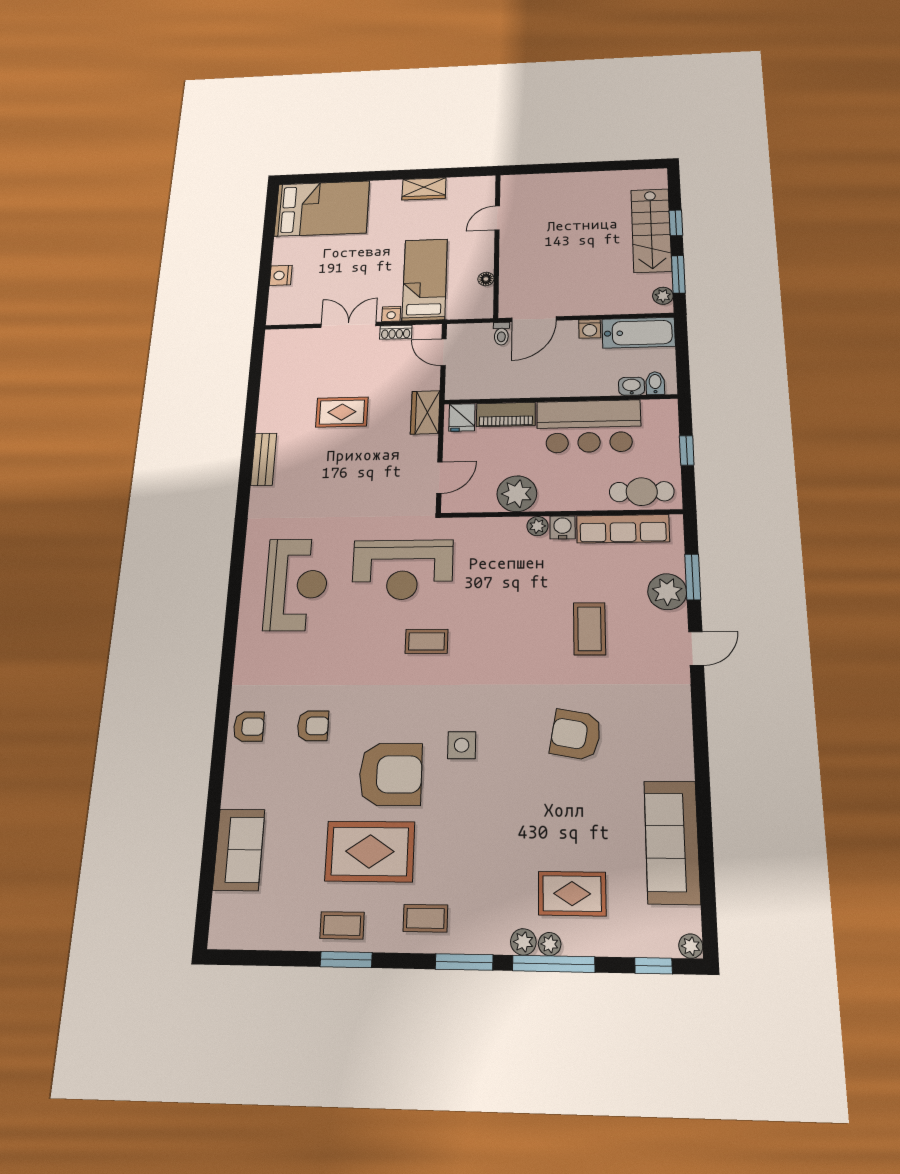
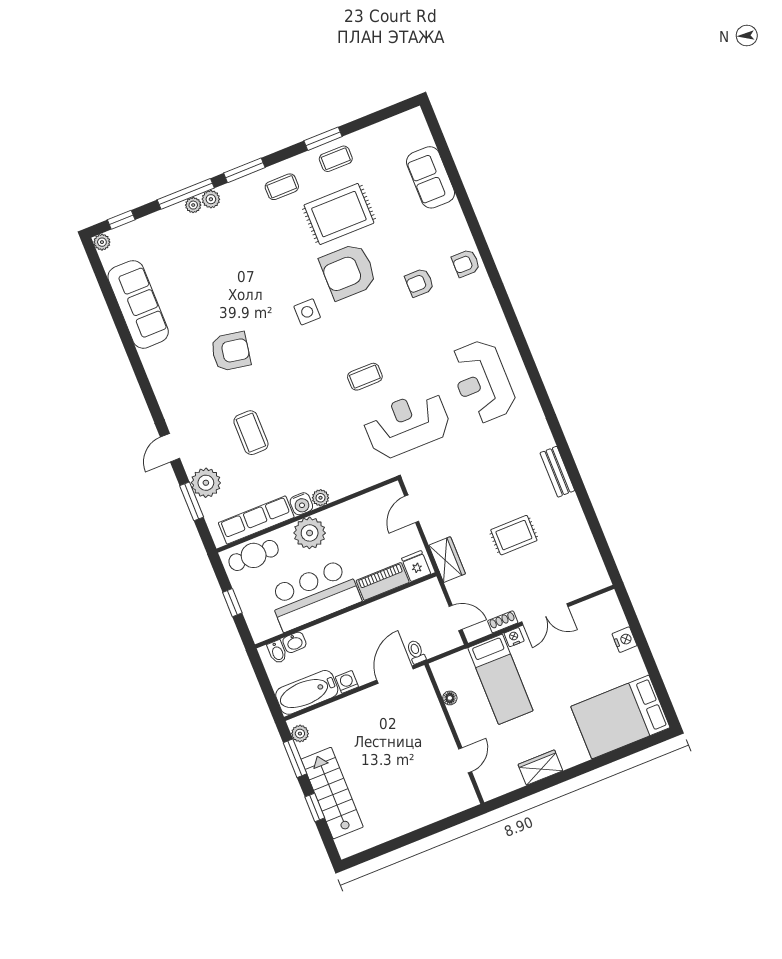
plant: (517, 494) -> (310, 533), moved
rug: (572, 894) -> (191, 243), removed

